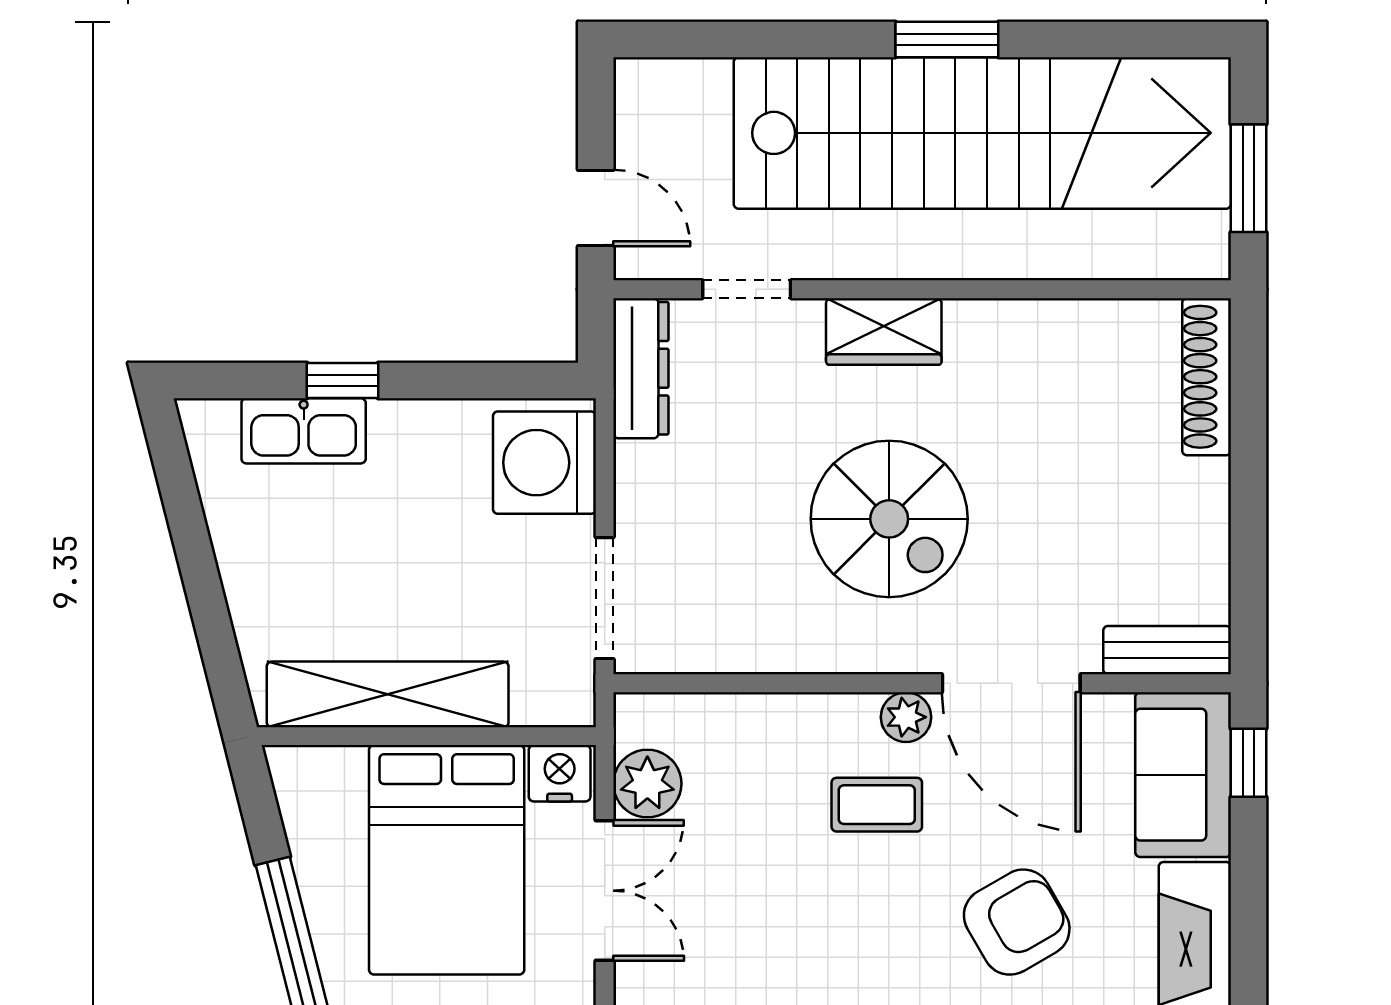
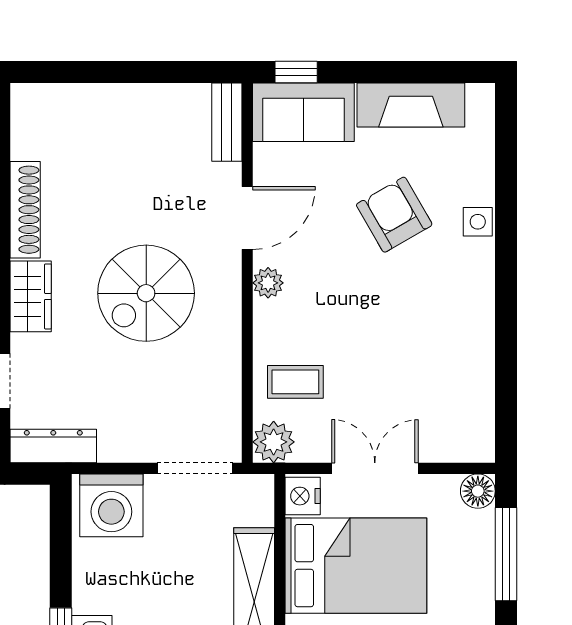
shoe rack: (1207, 377) -> (25, 210), moved, turned -90
spiral stairs: (889, 519) -> (146, 293), turned 180
door: (1011, 683) -> (247, 218), width x0.73
plant: (647, 784) -> (274, 442), moved
coffee table: (877, 805) -> (295, 382), moved, turned 90

